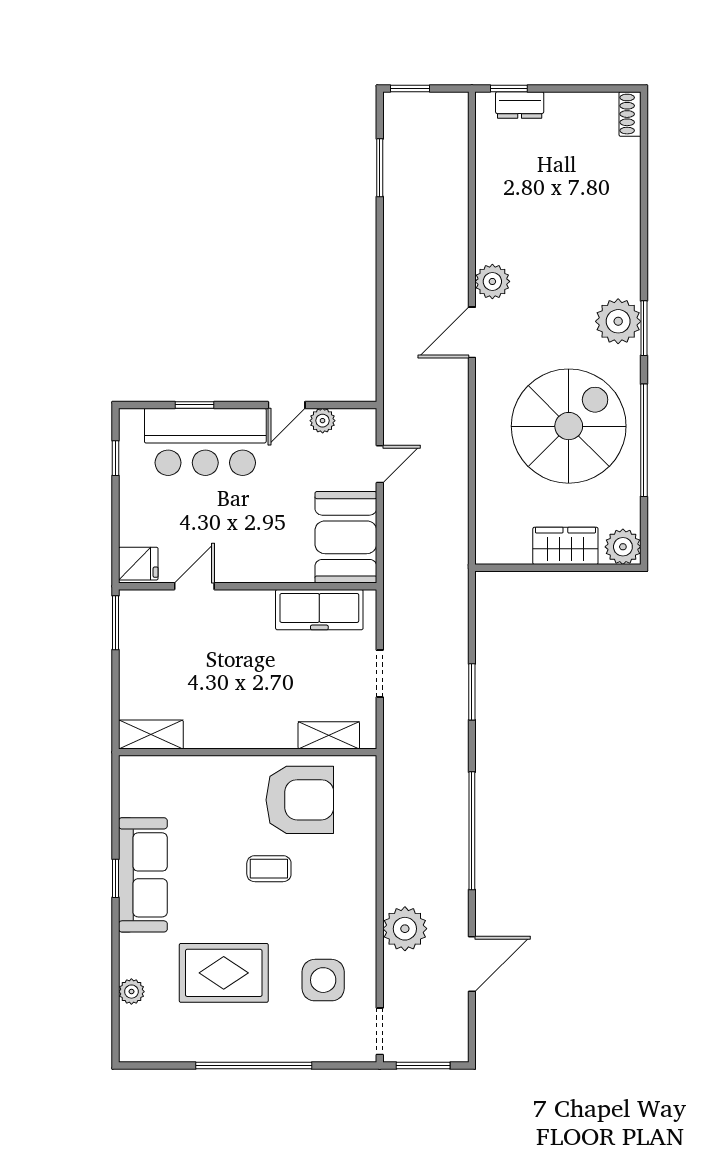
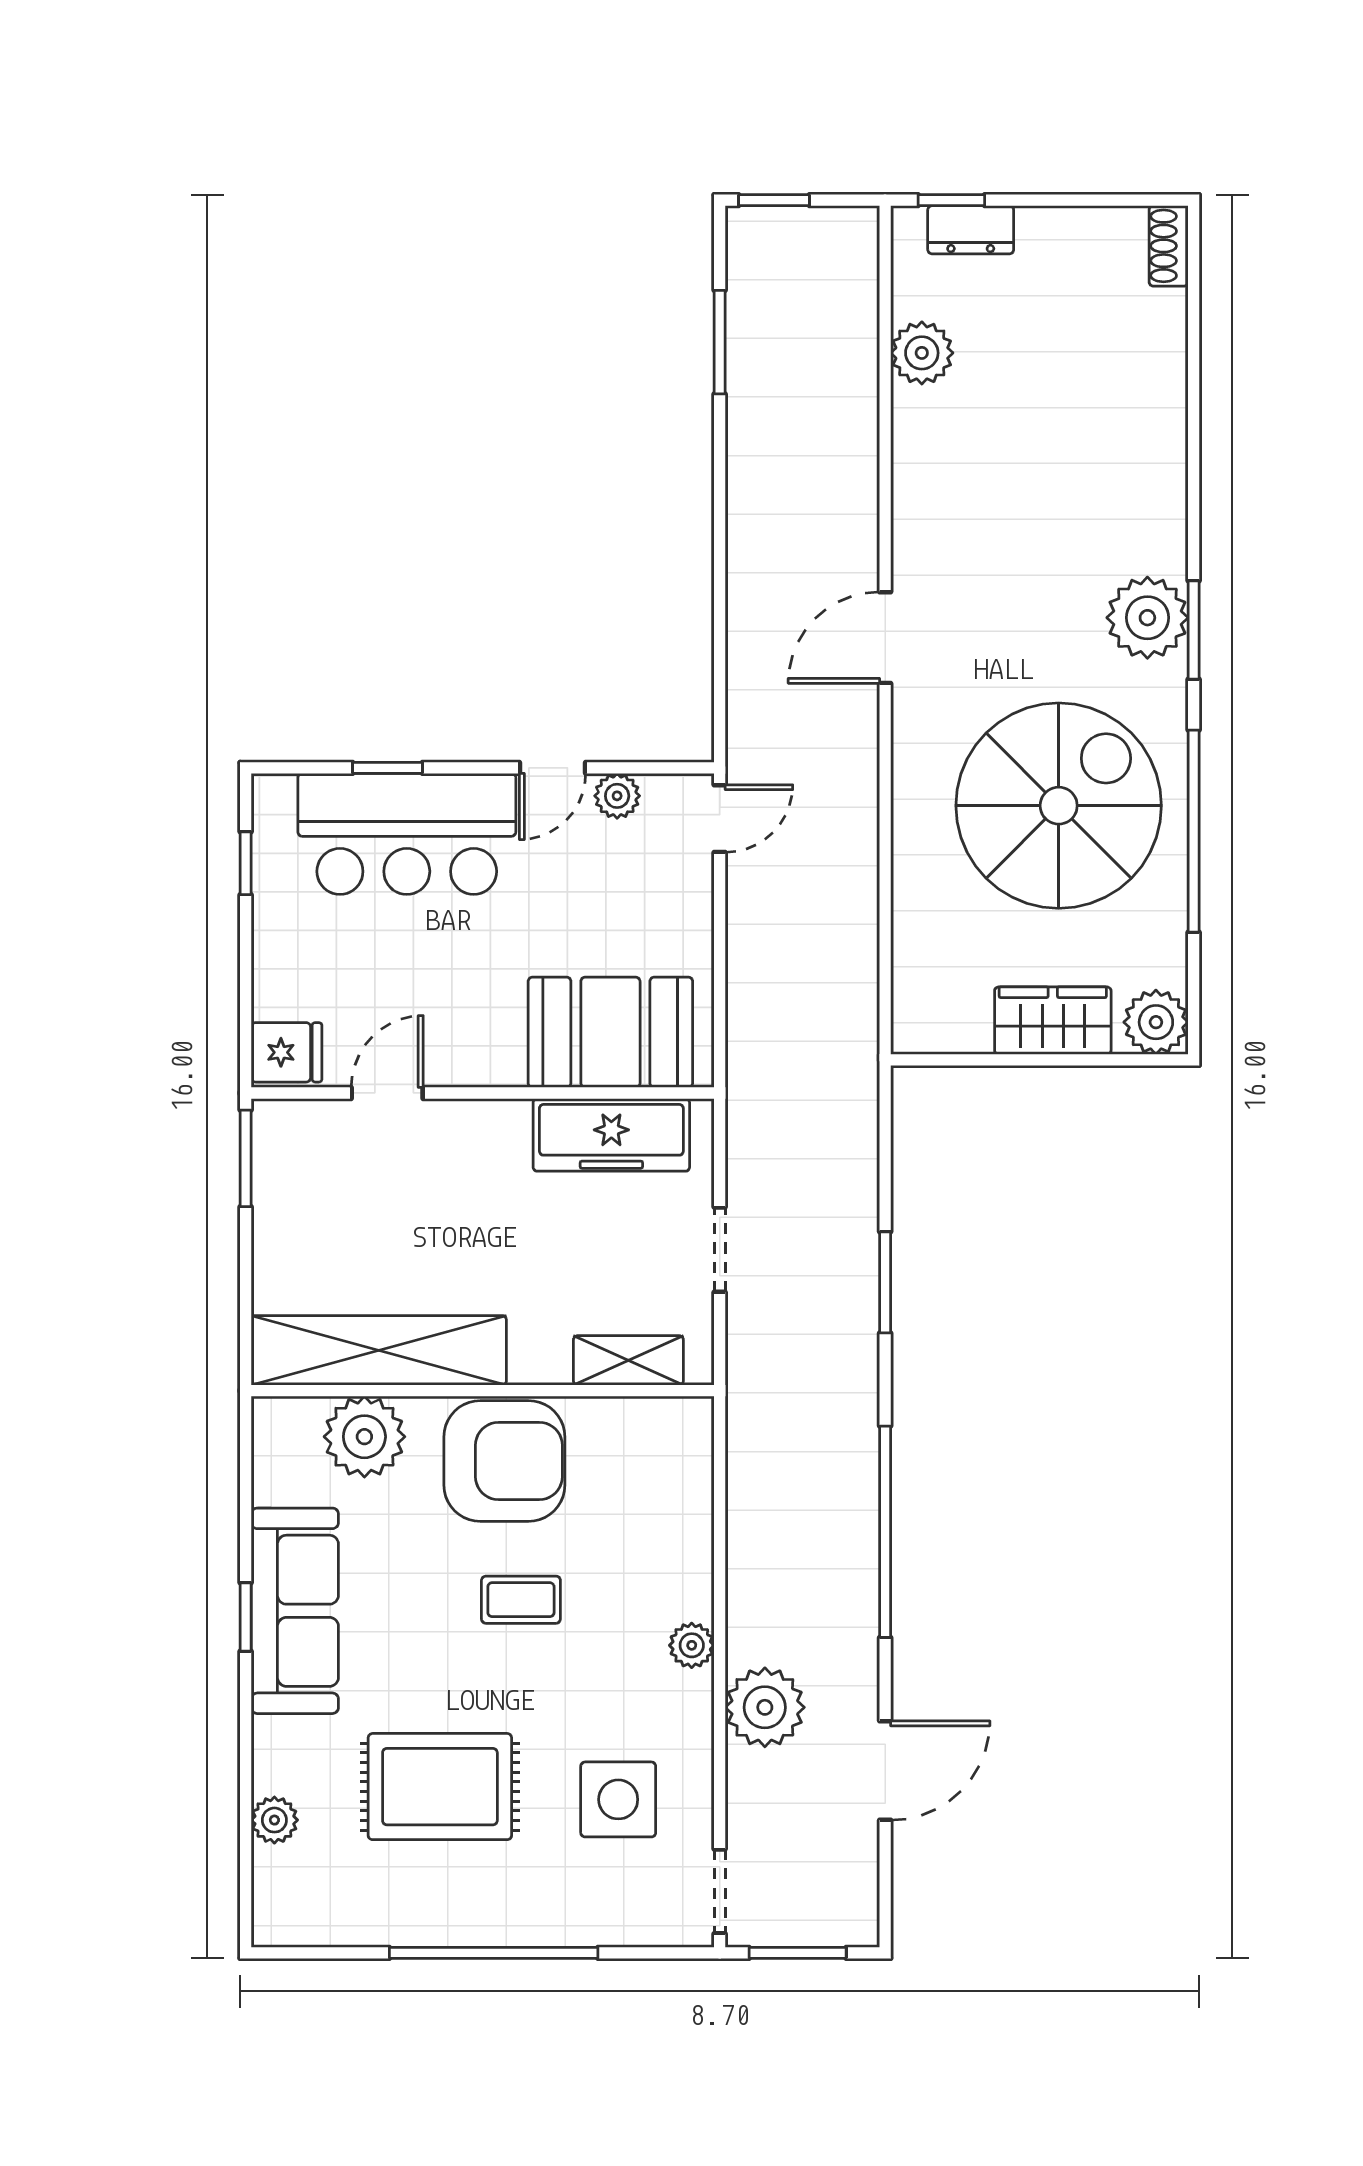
plant: (492, 281) -> (922, 353), moved
door: (380, 464) -> (720, 819), moved
booth: (346, 537) -> (610, 1032), moved, turned 90
shelving: (151, 735) -> (379, 1350), width x2.20, depth x1.33
plant: (182, 778) -> (364, 1437), added
armchair: (300, 800) -> (504, 1461), moved
plant: (364, 894) -> (692, 1645), added

